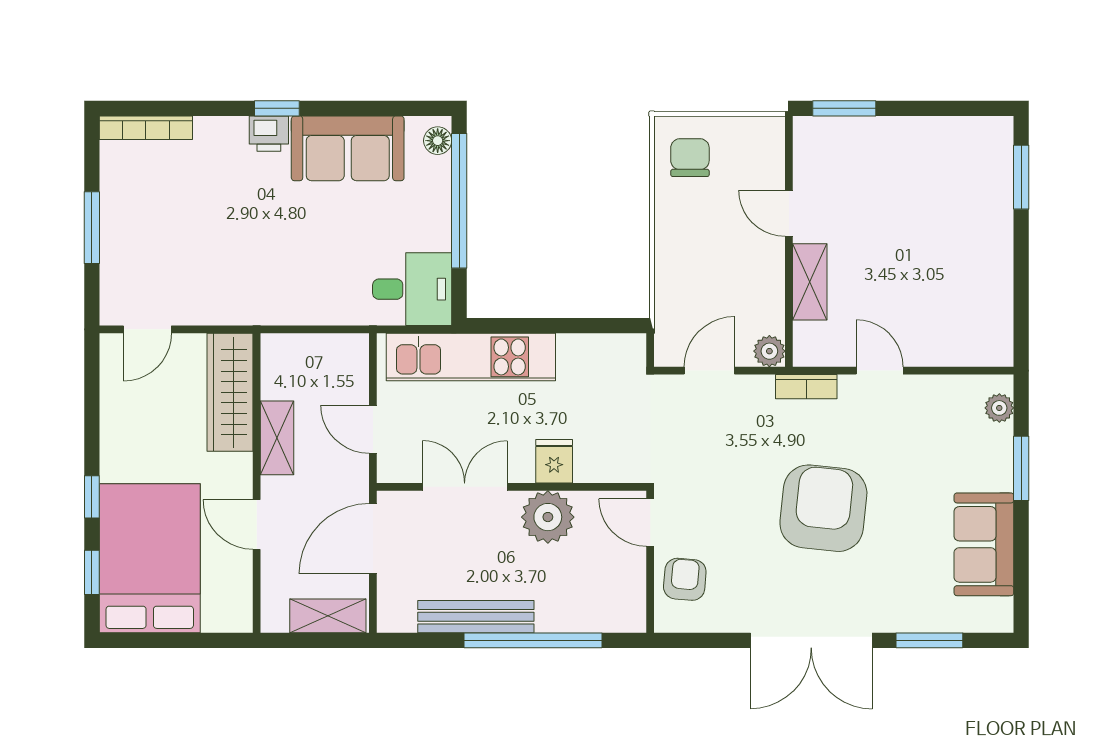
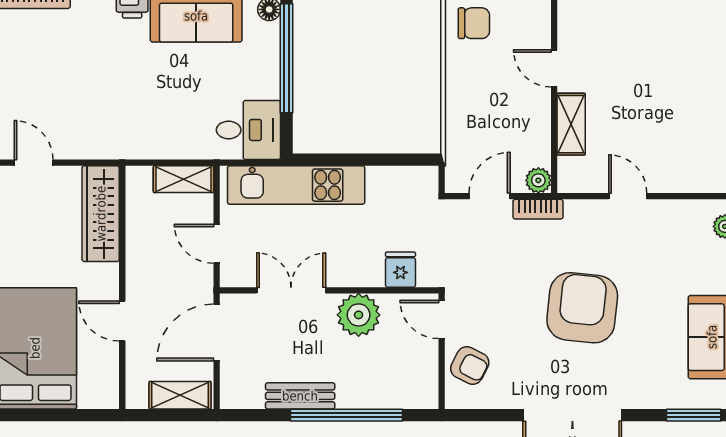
chair: (690, 158) -> (474, 23), turned 90
door: (147, 329) -> (34, 163), swing flipped
bookcase: (806, 387) -> (538, 209), moved
shelving: (277, 438) -> (183, 179), moved, turned 90
fridge: (554, 461) -> (400, 270), moved
armchair: (685, 579) -> (470, 365), turned 112
bench: (476, 617) -> (300, 396), width x0.73
window: (929, 640) -> (694, 415), moved

